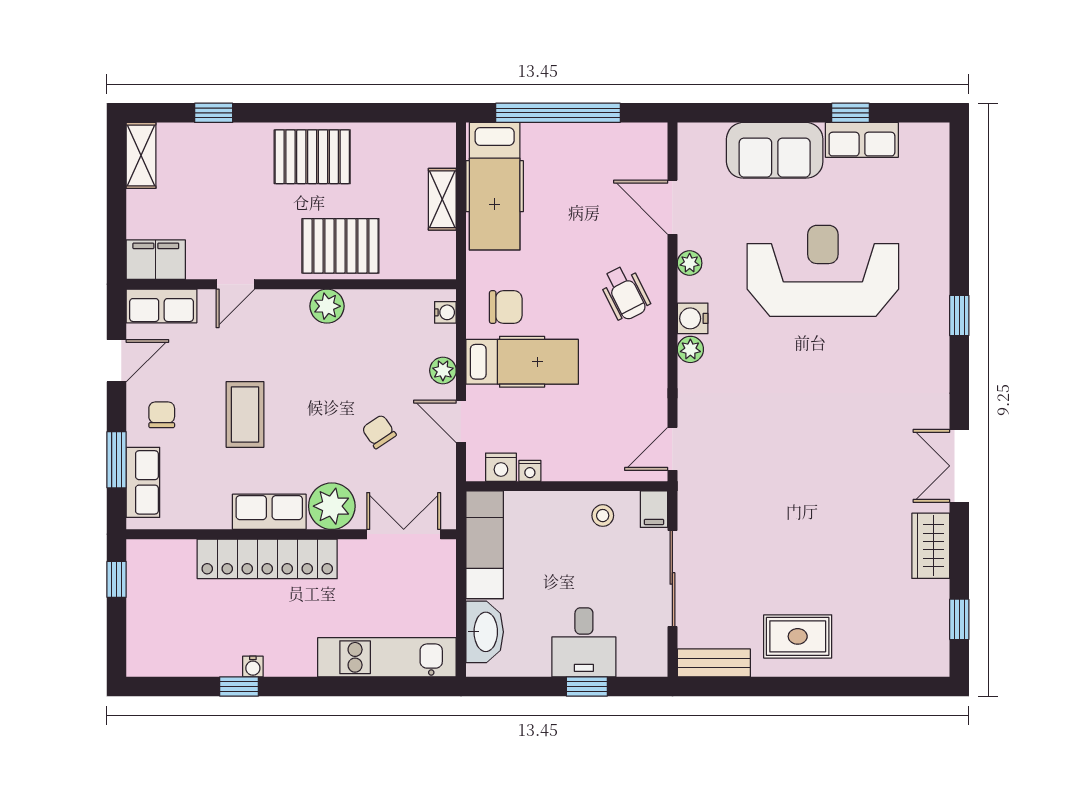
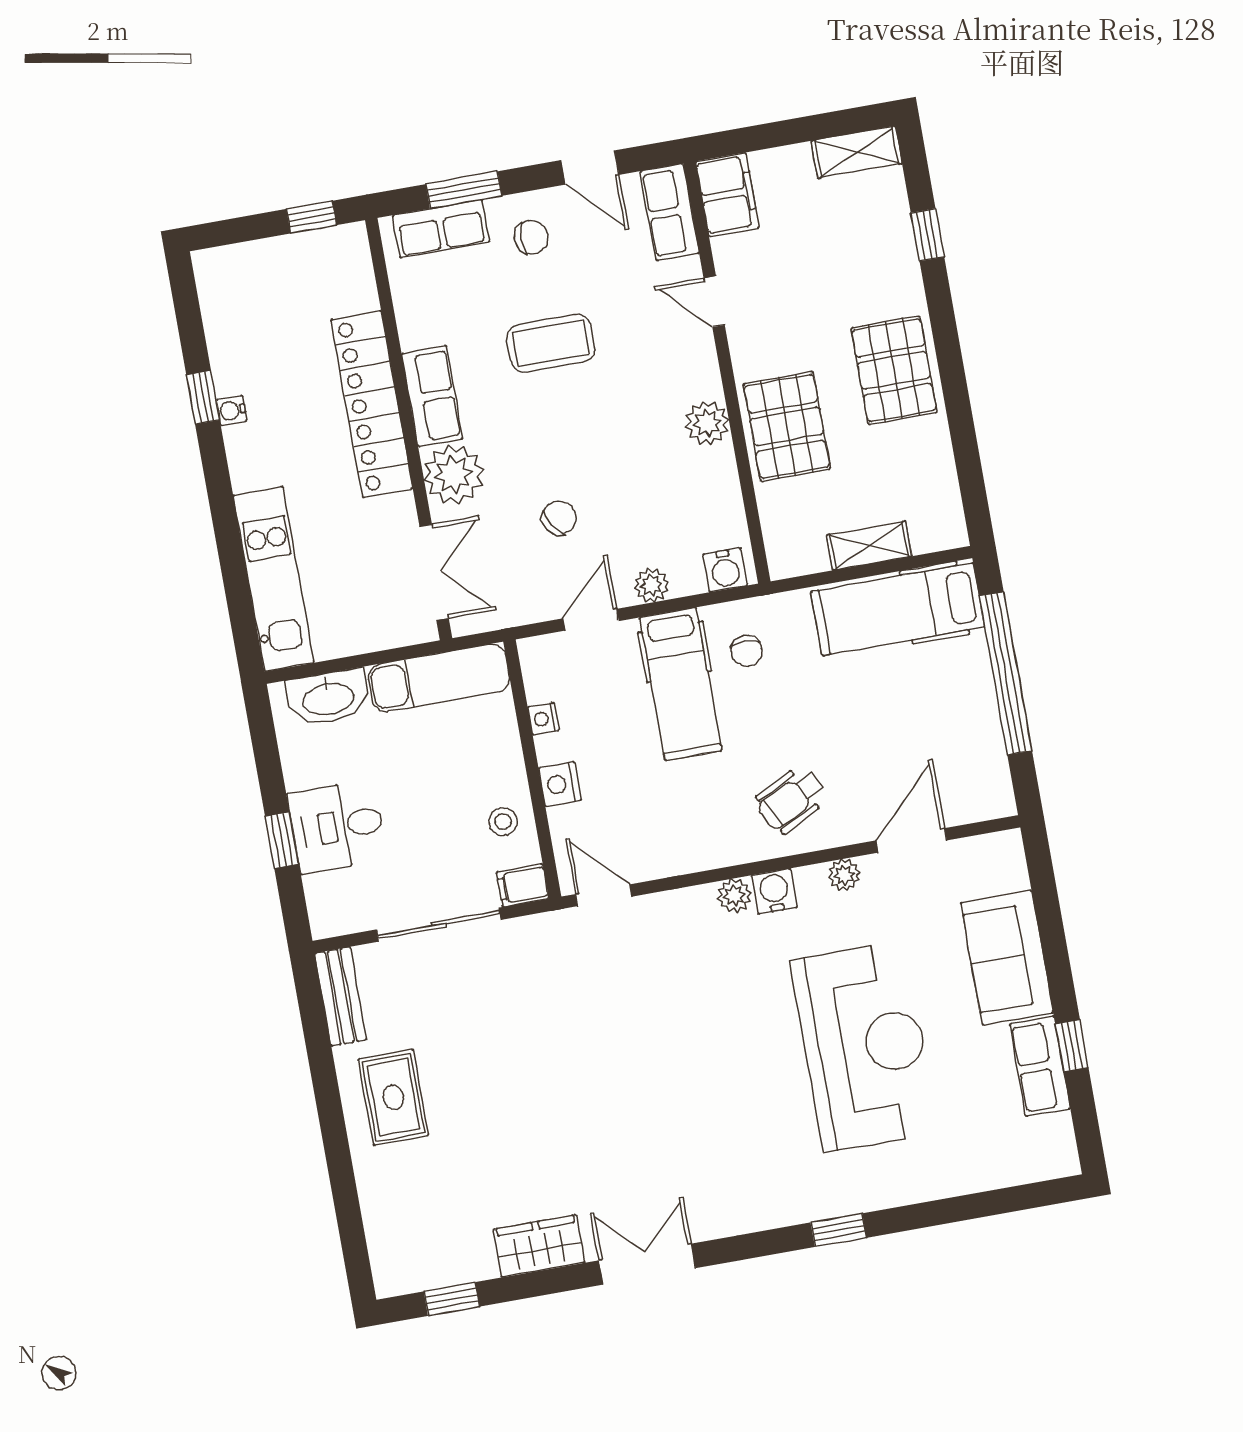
chair: (506, 307) -> (747, 651), width x0.73, depth x0.73
water cooler: (445, 312) -> (725, 570), width x1.38, depth x1.38
nightstand: (501, 467) -> (560, 784), moved

